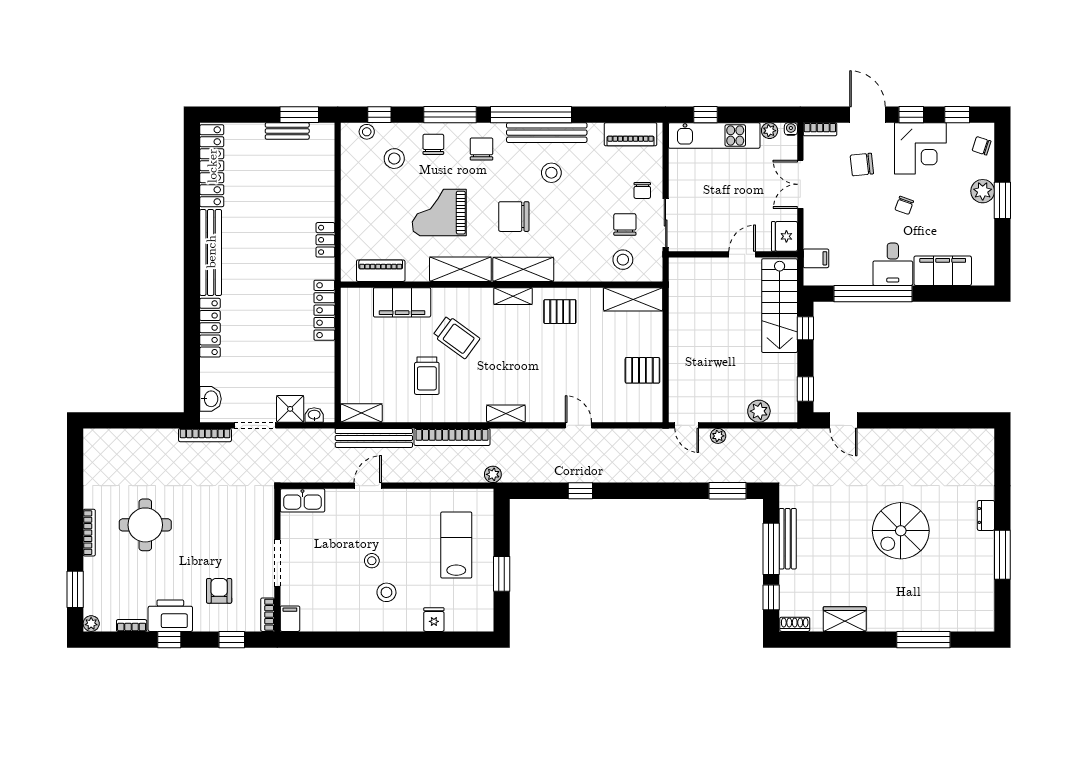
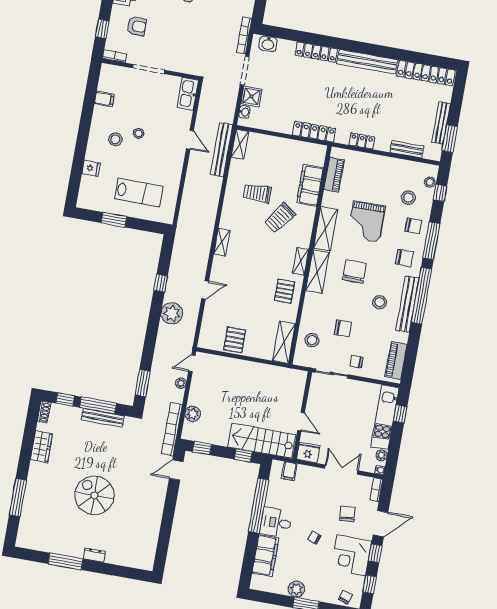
bench: (287, 131) -> (441, 123), width x1.36
bench: (326, 173) -> (407, 149), added
plant: (983, 191) -> (296, 589), moved
grand piano: (439, 213) -> (366, 221), turned 180
chair: (625, 225) -> (343, 328), moved
bookcase: (452, 437) -> (172, 429), moved
plant: (493, 474) -> (172, 313), moved, width x1.88, depth x1.88
filing cabinet: (290, 619) -> (104, 99), moved

